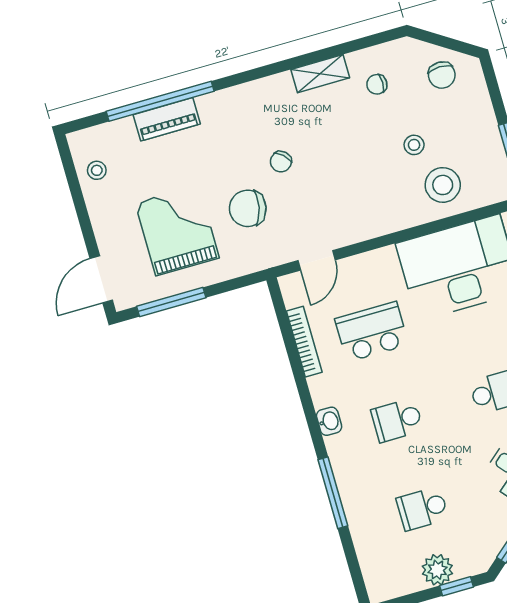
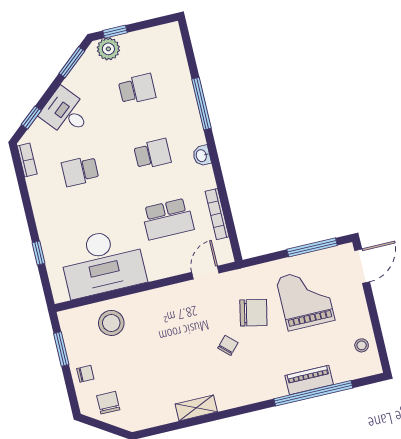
chair: (377, 84) -> (85, 374), moved
stool: (414, 145) -> (131, 353), removed
grand piano: (177, 230) -> (305, 299), turned 180
plant: (437, 570) -> (108, 49), moved

